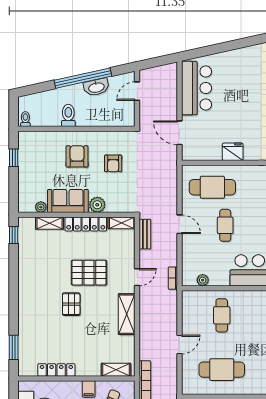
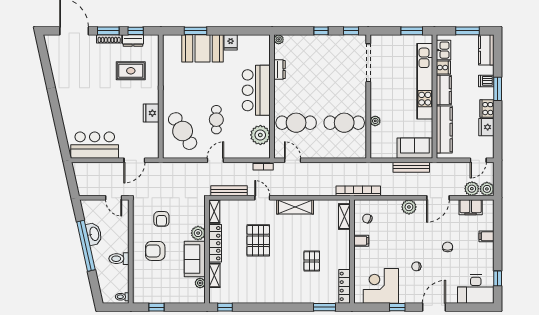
door: (137, 91) -> (114, 198), moved
armchair: (113, 163) -> (161, 219), turned 90
cafe table: (212, 187) -> (183, 131), turned -31
cafe table: (225, 225) -> (216, 120), turned 90
bench: (145, 234) -> (229, 191), width x1.36
plant: (203, 280) -> (260, 135), width x1.88, depth x1.88
pallet: (71, 304) -> (312, 261), moved, turned 90
cafe table: (222, 315) -> (296, 123), width x1.37, depth x1.35
door: (179, 345) -> (293, 160), moved
locker: (56, 370) -> (344, 286), moved
cafe table: (222, 370) -> (344, 123), turned 90

